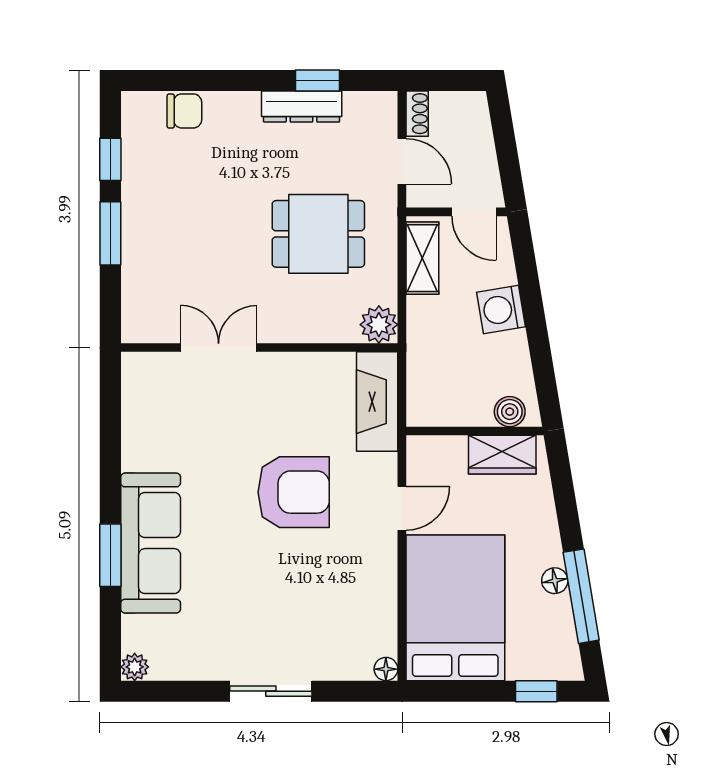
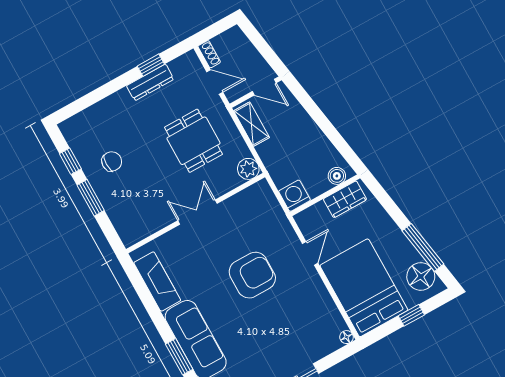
chair: (184, 111) -> (112, 161), moved
dining table: (318, 234) -> (193, 141), turned 90
washing machine: (501, 309) -> (294, 196), moved, turned 100
double door: (219, 348) -> (197, 212), moved
fireplace: (377, 402) -> (157, 281), moved, turned 180
floor lamp: (555, 581) -> (421, 277), moved, width x1.89, depth x1.89
window: (536, 691) -> (411, 315), moved

